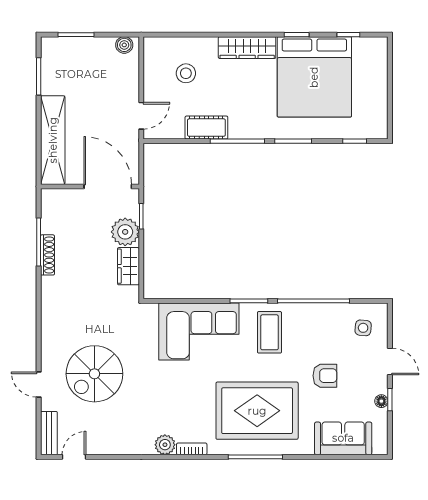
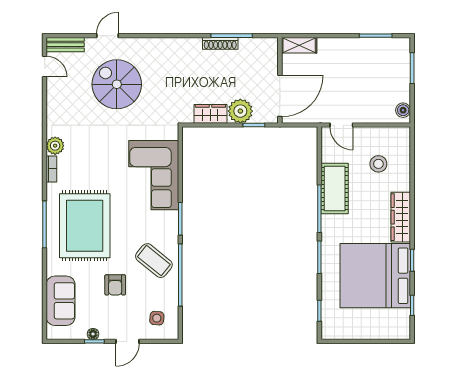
cot: (206, 128) -> (335, 189), width x1.37, depth x1.34
shelving: (53, 140) -> (299, 45), width x0.45, depth x0.75
coffee table: (269, 332) -> (154, 261), moved, turned 39

